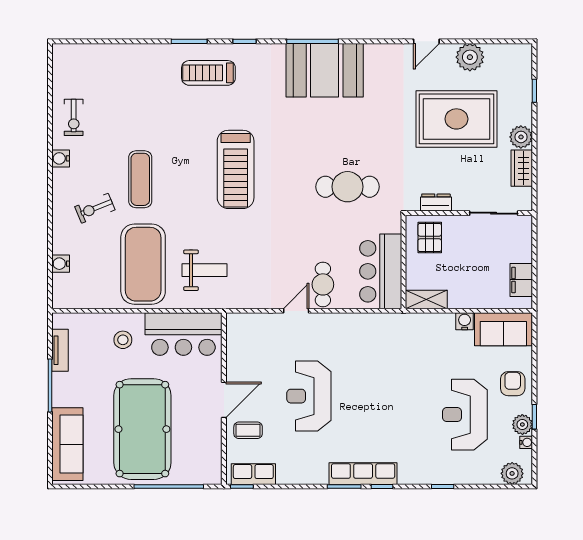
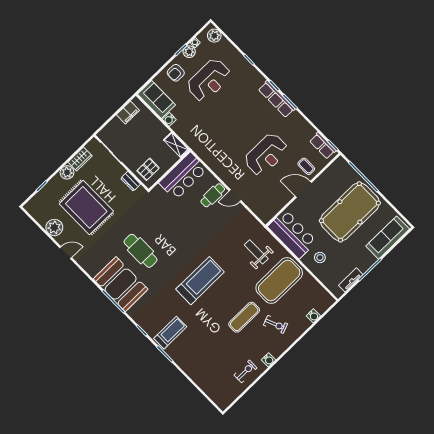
treadmill: (208, 73) -> (170, 333), turned -90
cafe table: (348, 187) -> (141, 251), moved

